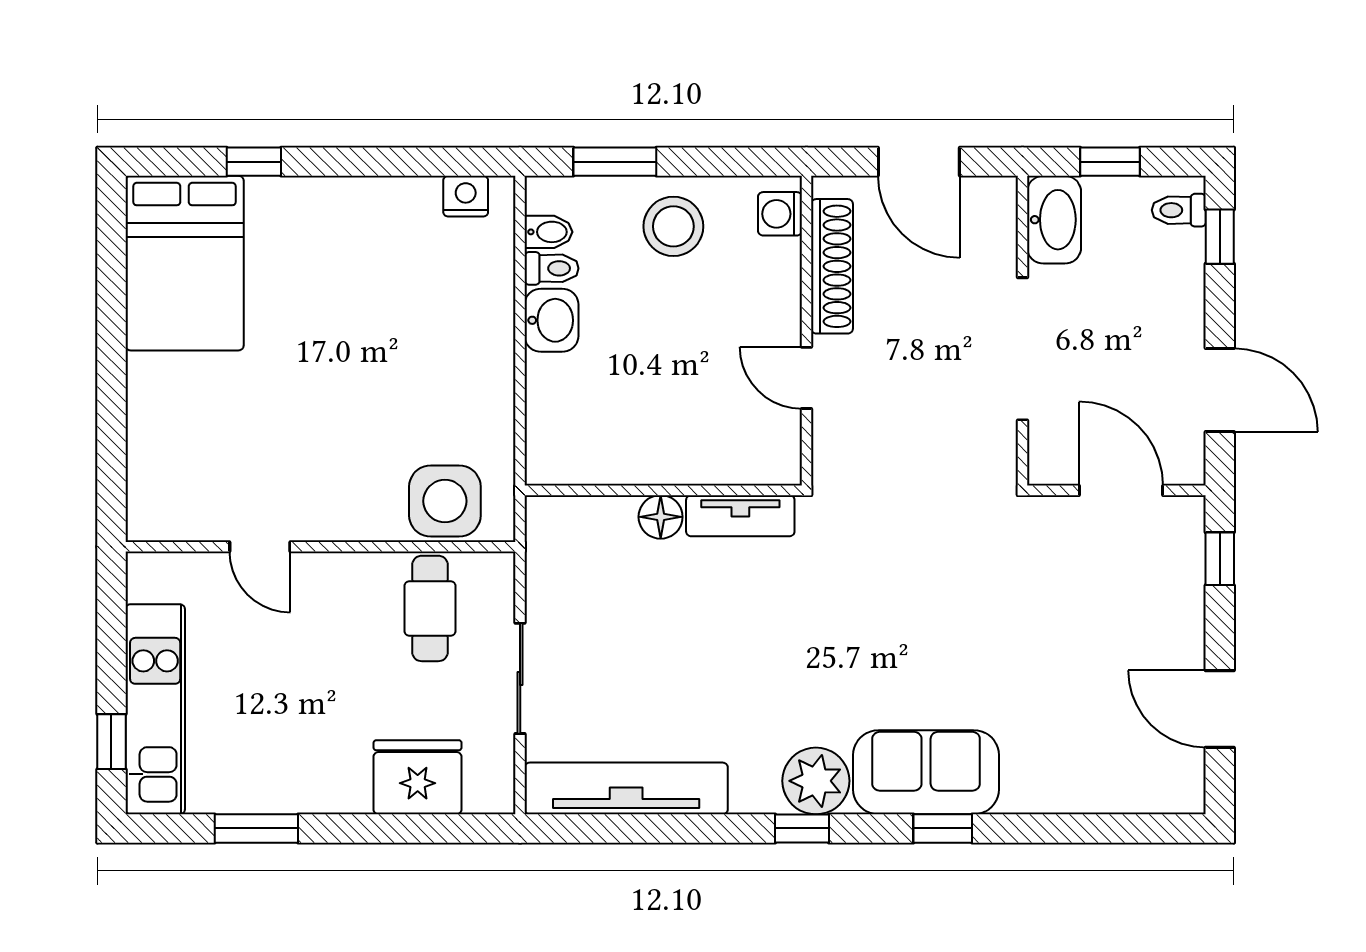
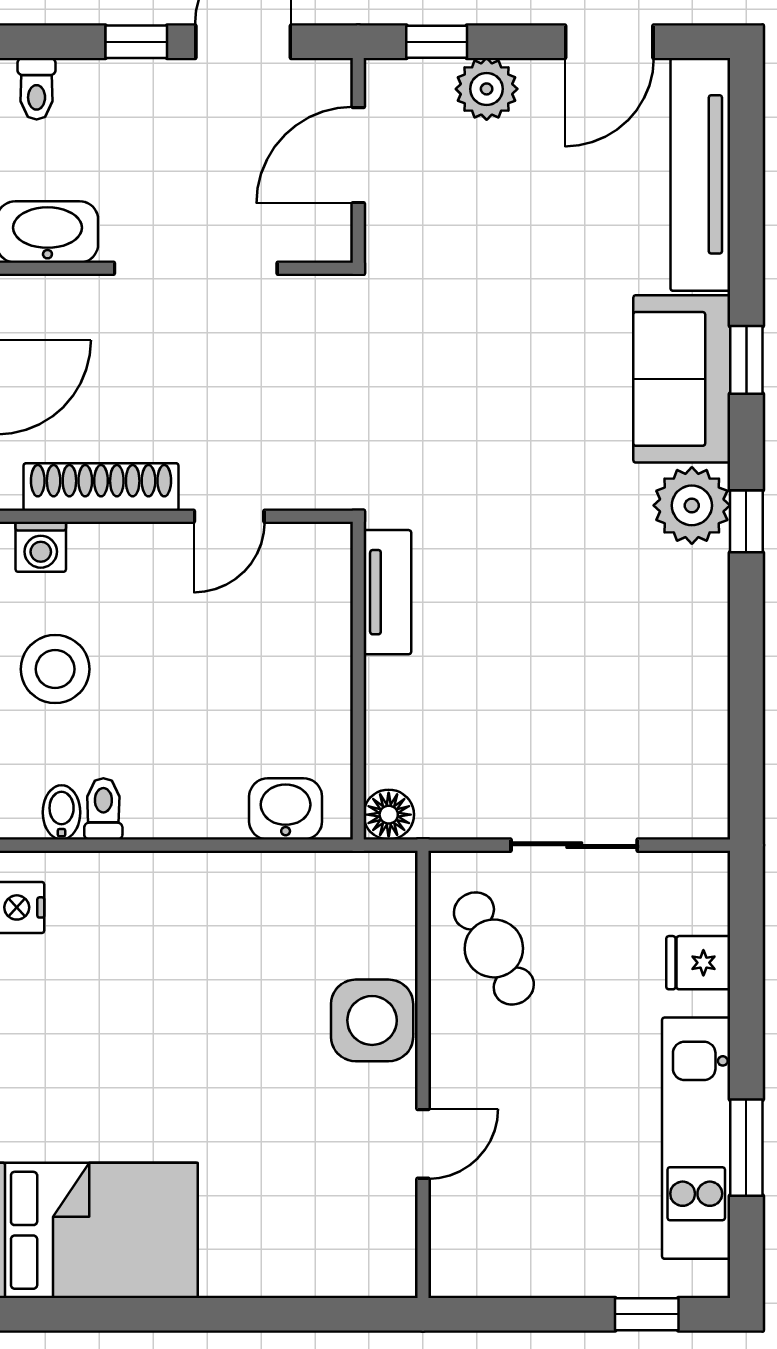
window: (1220, 237) -> (136, 42), moved
washbasin: (551, 320) -> (286, 809), moved
side table: (445, 501) -> (372, 1020), moved
floor lamp: (661, 517) -> (389, 815), moved
plant: (1179, 602) -> (487, 89), added
cafe table: (430, 608) -> (494, 948), turned 62
kitchen unit: (155, 709) -> (696, 1138), moved, turned -90
fridge: (418, 777) -> (698, 963), width x0.53, depth x0.75
tv unit: (626, 788) -> (700, 174), moved

